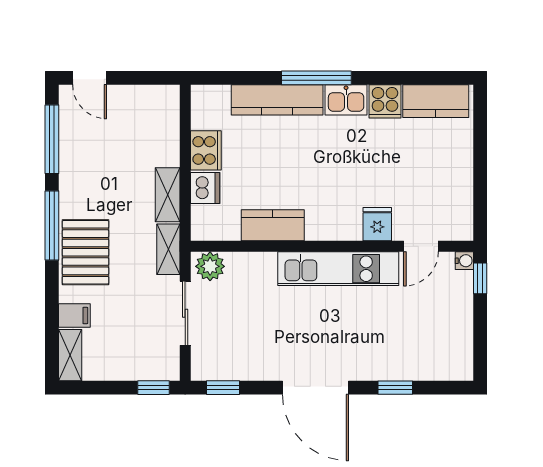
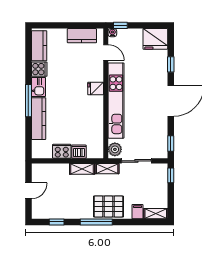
door: (90, 78) -> (28, 191), moved
window: (52, 139) -> (57, 222), width x0.46
fridge: (377, 224) -> (96, 88), moved
kitchen counter: (273, 225) -> (82, 36), moved, turned -90
kitchen unit: (338, 269) -> (116, 101), width x1.36
fridge: (451, 354) -> (155, 39), added

